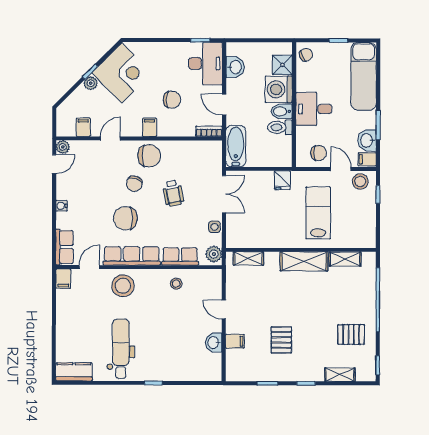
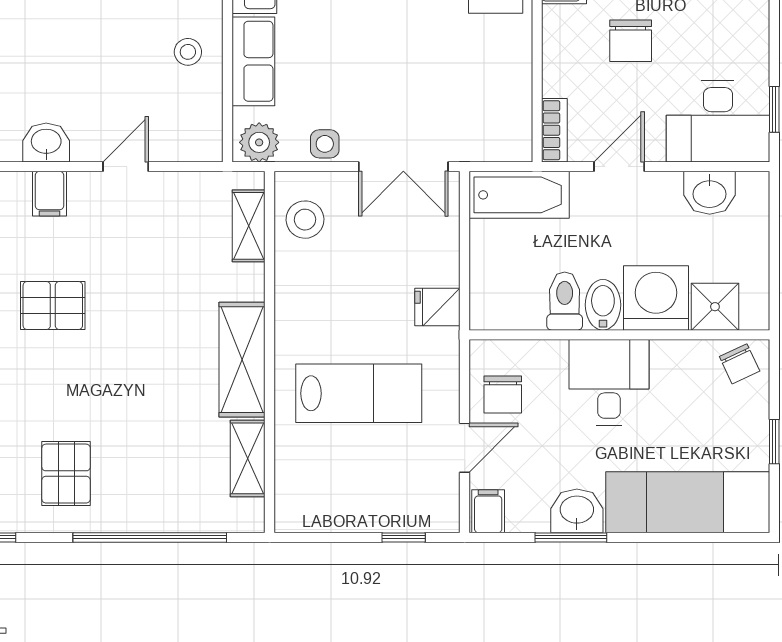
washbasin: (367, 140) -> (577, 511), moved
stool: (360, 181) -> (305, 220), moved
wheelchair: (173, 193) -> (405, 44), removed

